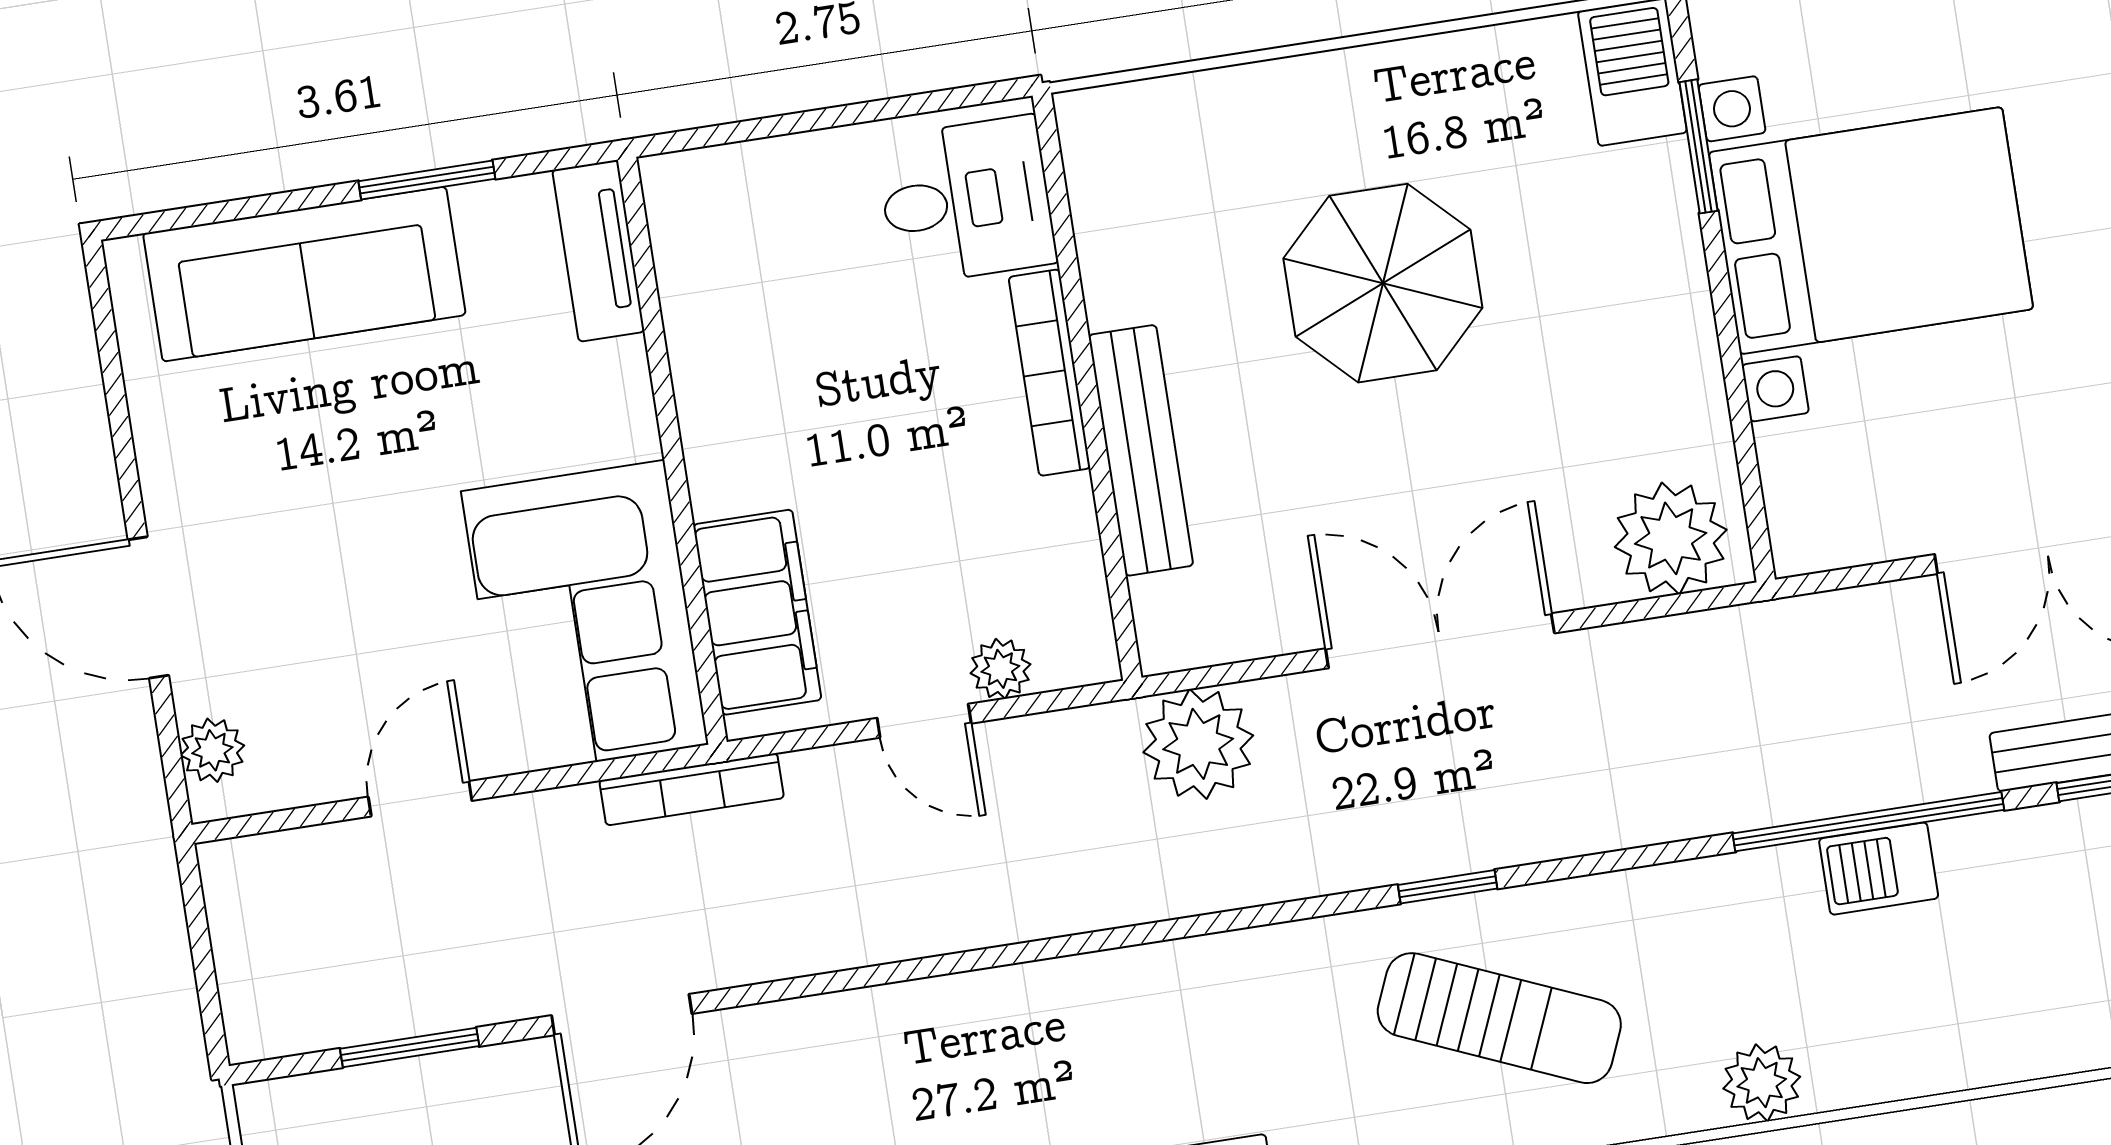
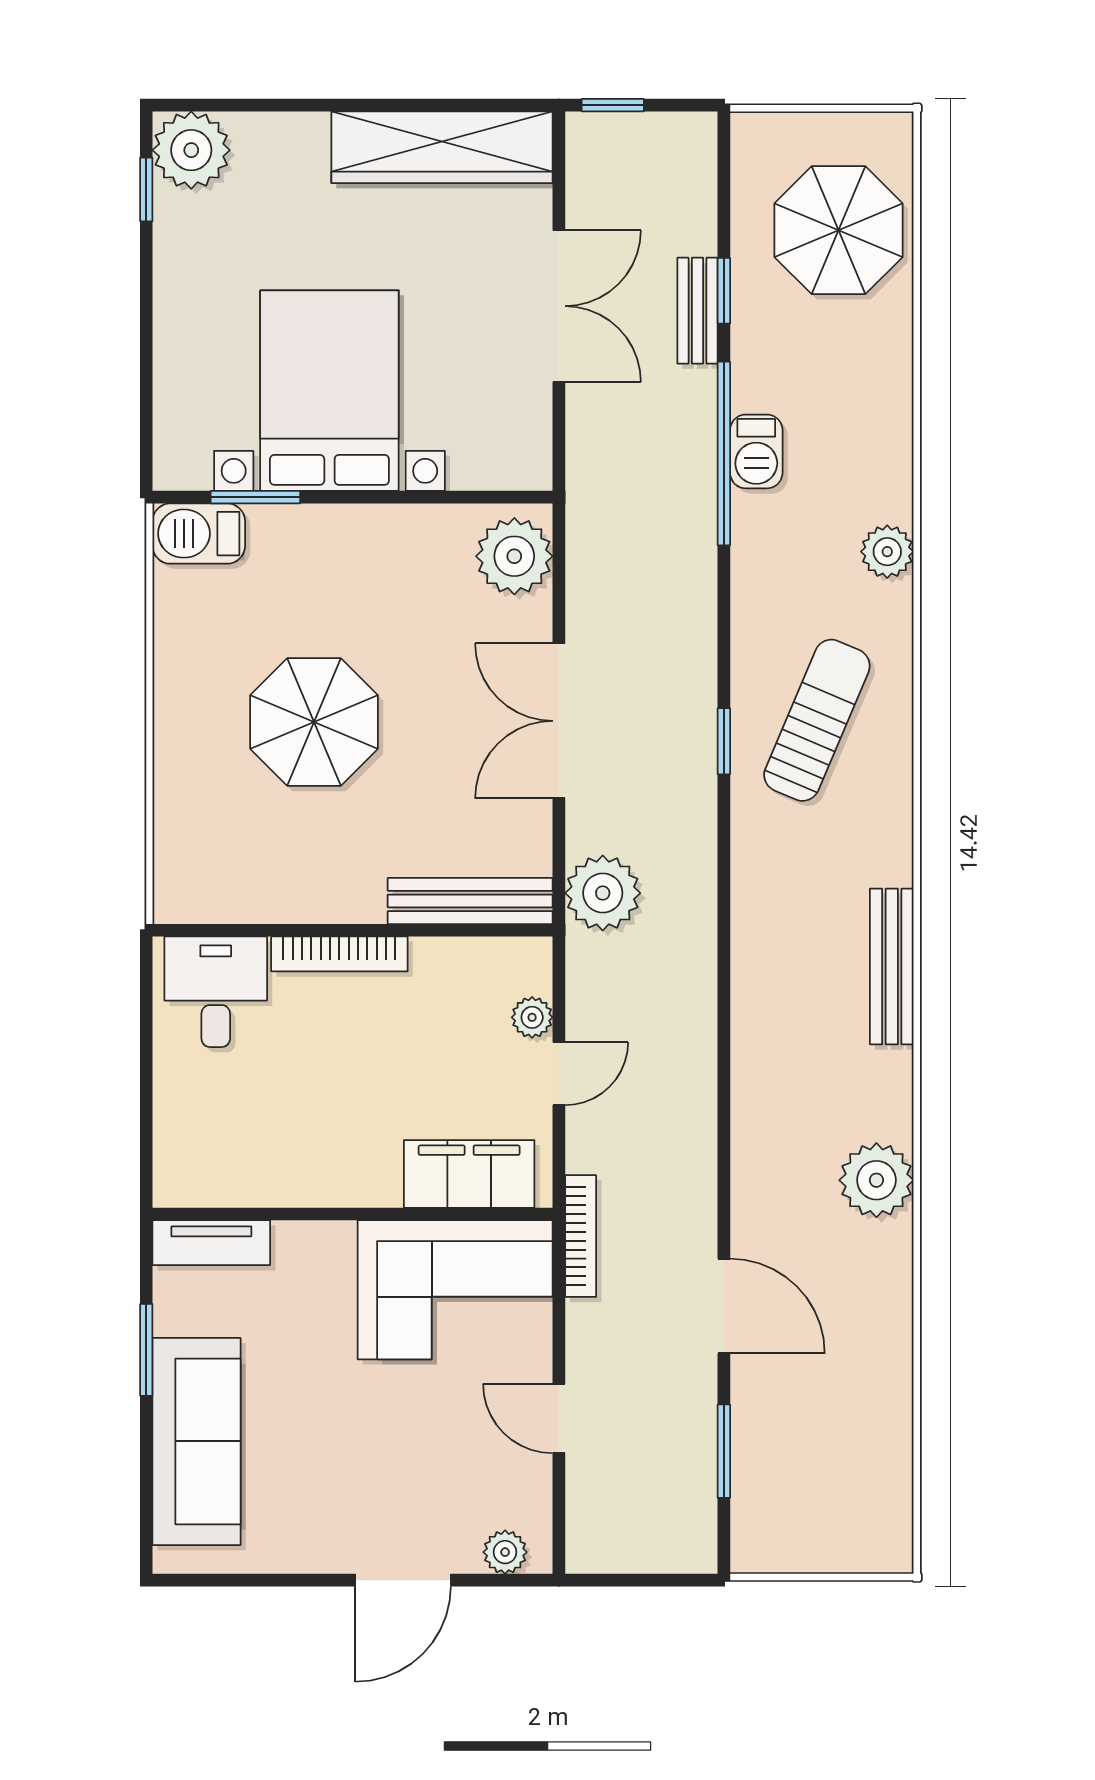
bench: (1141, 450) -> (470, 901), moved

